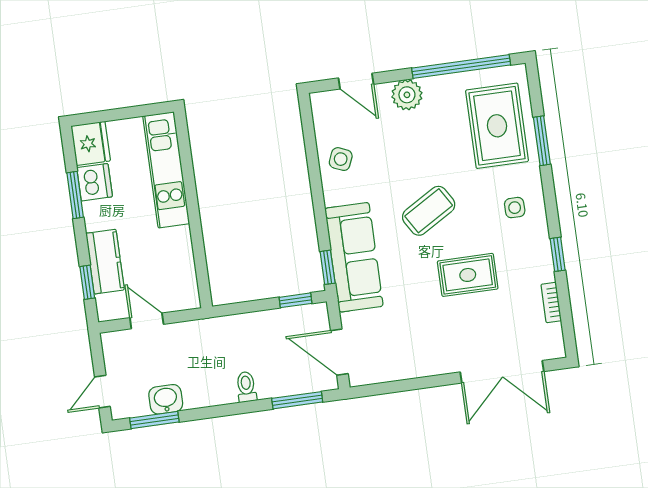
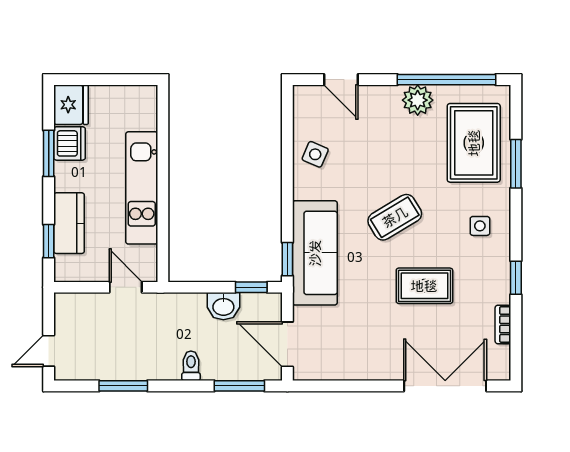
plant: (407, 95) -> (418, 100), moved
kitchen unit: (166, 170) -> (142, 188), moved
door: (147, 321) -> (126, 287), moved
double door: (502, 372) -> (445, 386), swing flipped
washbasin: (166, 399) -> (223, 306), moved, turned 180
window: (154, 420) -> (123, 386), moved

